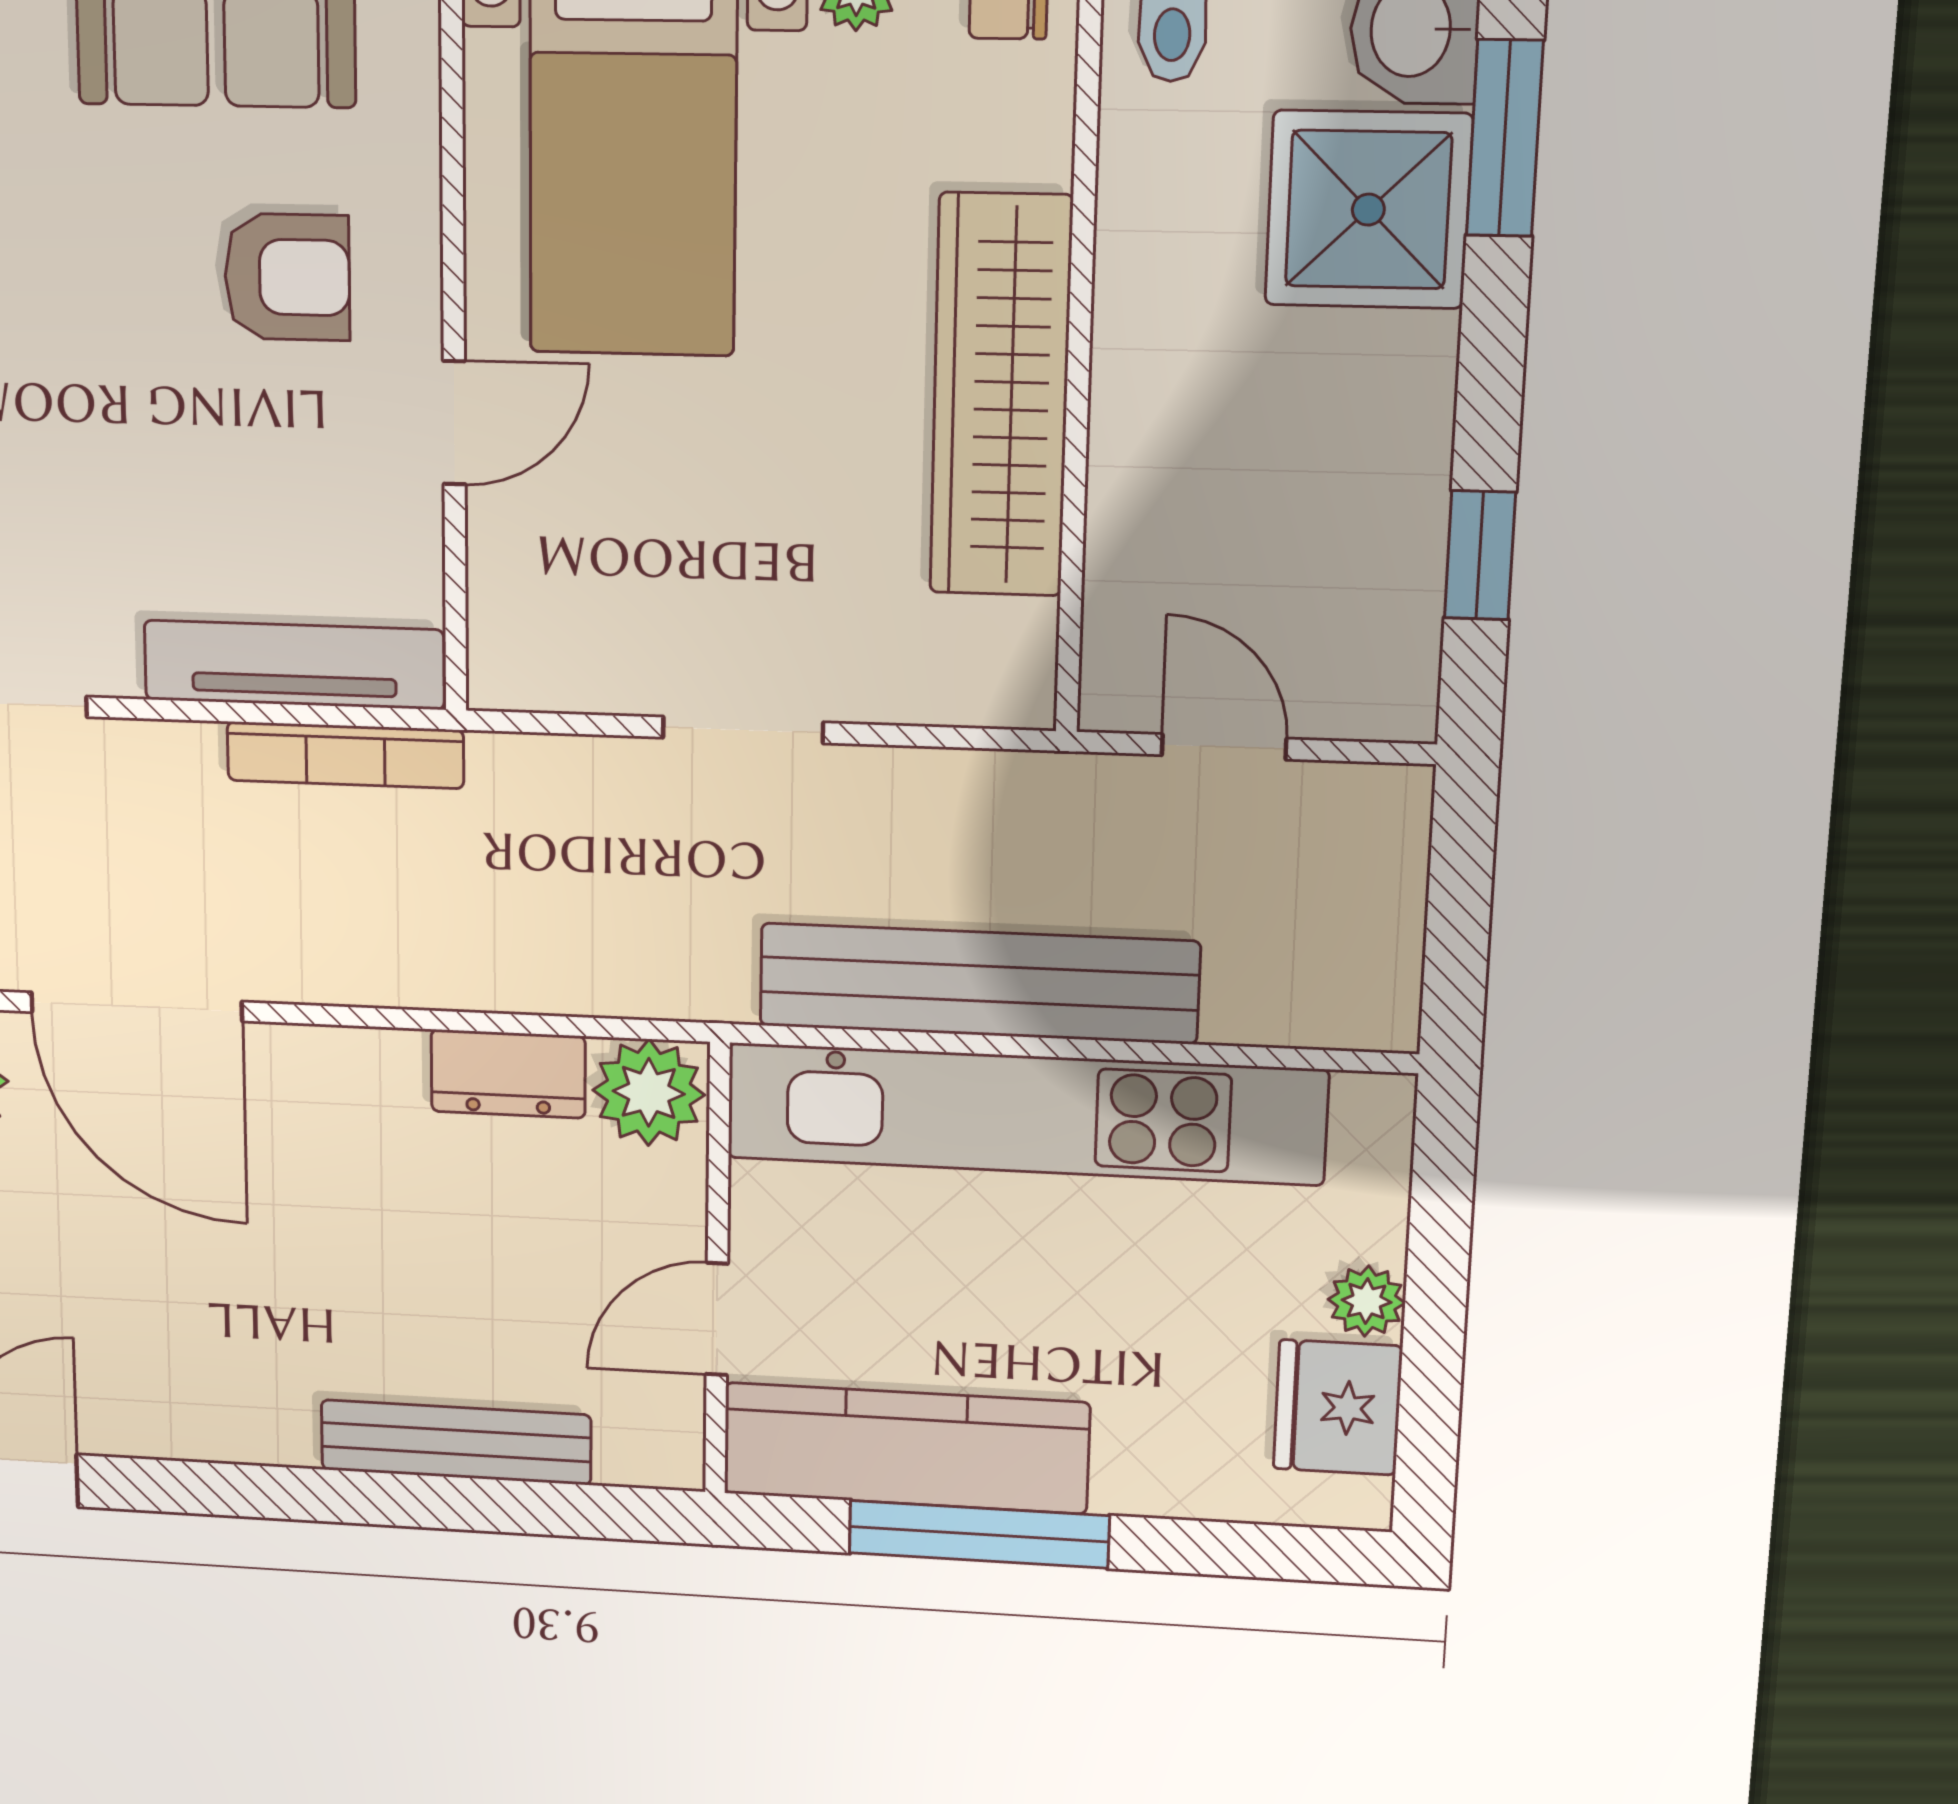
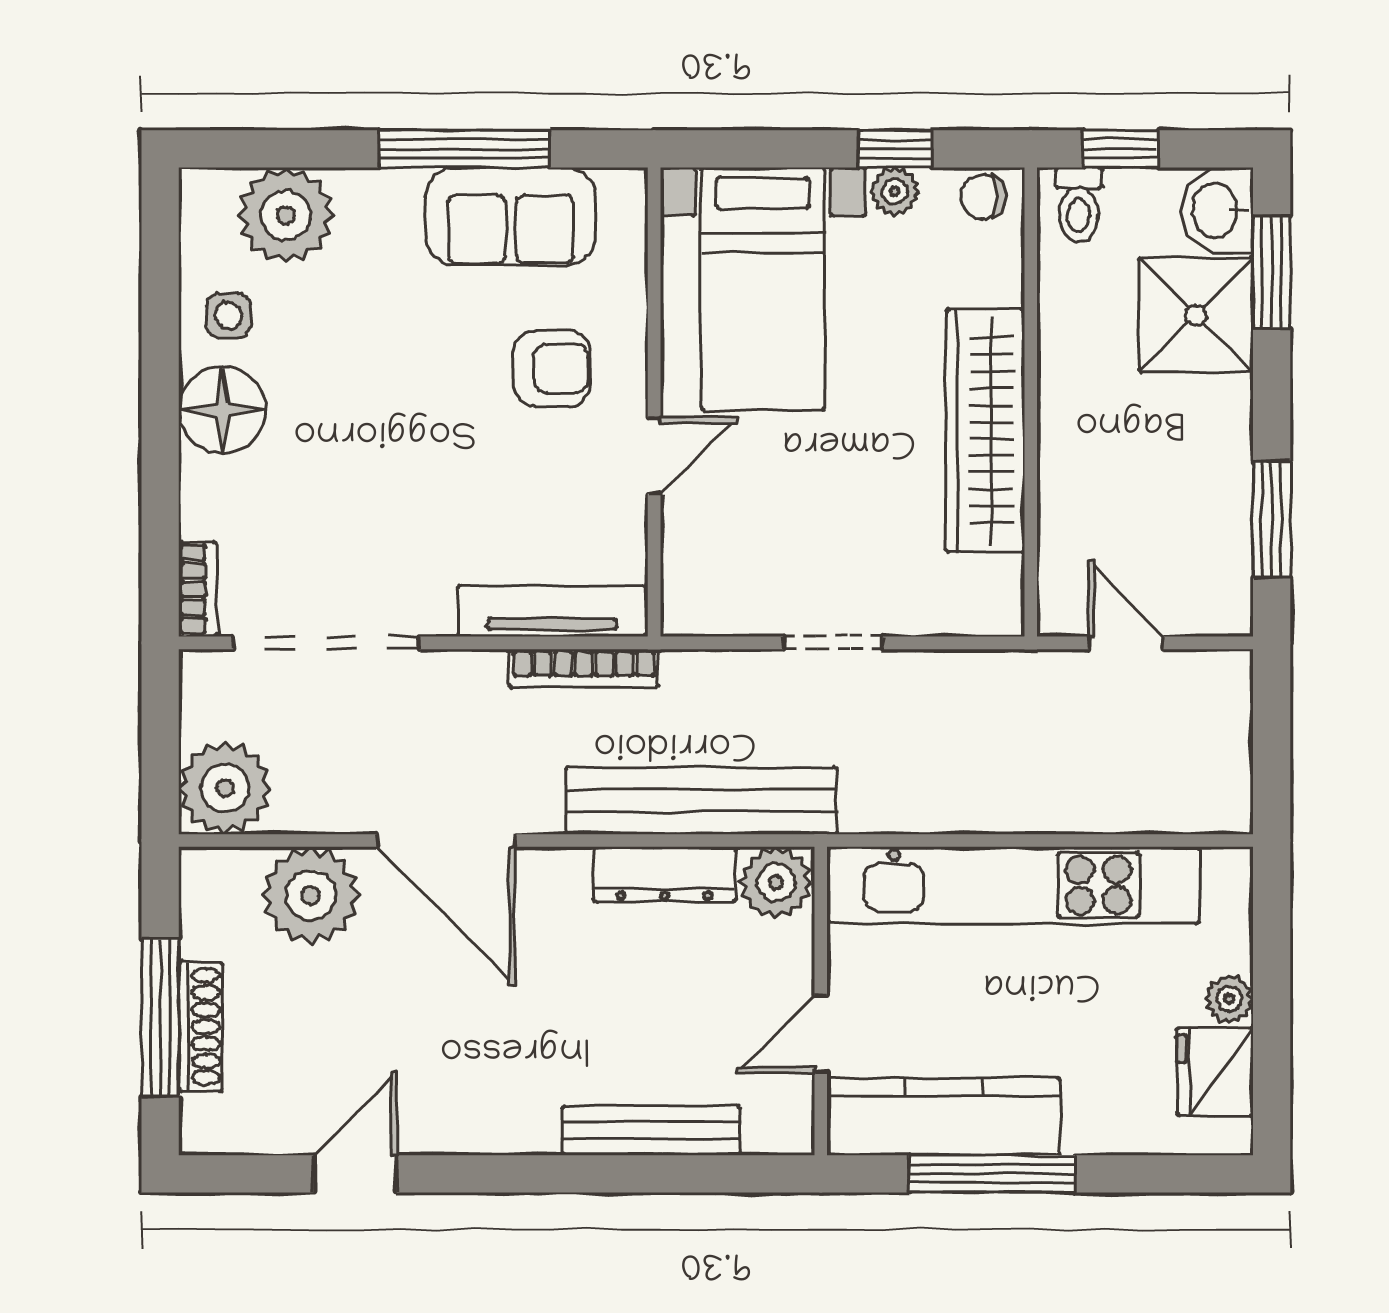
window: (1480, 555) -> (1272, 519), width x1.50
bench: (978, 984) -> (702, 801), moved
dresser: (508, 1074) -> (664, 874), width x1.44

